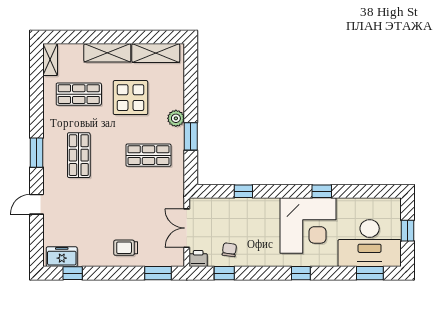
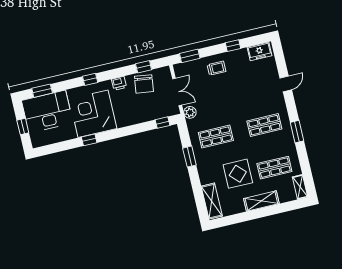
shelving: (156, 53) -> (212, 201), moved, turned 90
plant: (176, 118) -> (190, 112), moved
window: (37, 153) -> (297, 132), moved
shop shelf: (79, 155) -> (264, 125), turned 90
window: (243, 191) -> (163, 123), moved
chair: (229, 250) -> (144, 84), width x1.87, depth x1.87
printer: (198, 258) -> (119, 83), moved
window: (73, 273) -> (233, 46), moved

